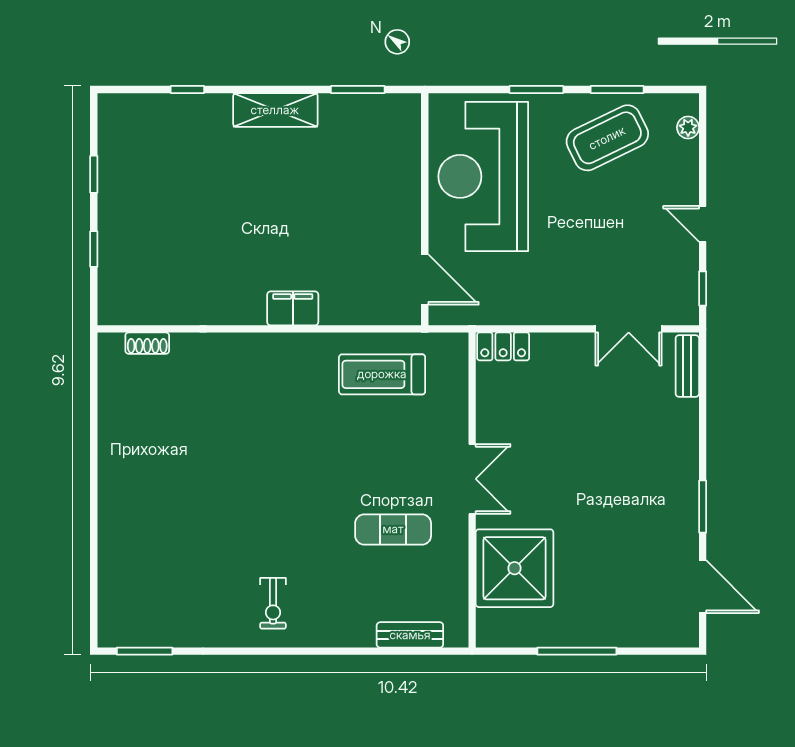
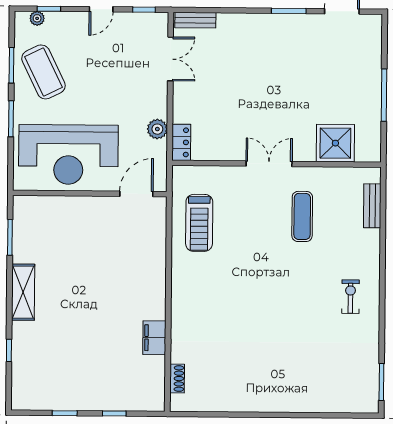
window: (703, 145) -> (49, 9), added
filing cabinet: (293, 308) -> (154, 338), moved
plant: (523, 310) -> (157, 129), added
shower: (515, 568) -> (335, 143), width x0.73, depth x0.73
exercise bike: (273, 603) -> (350, 297), turned -90

